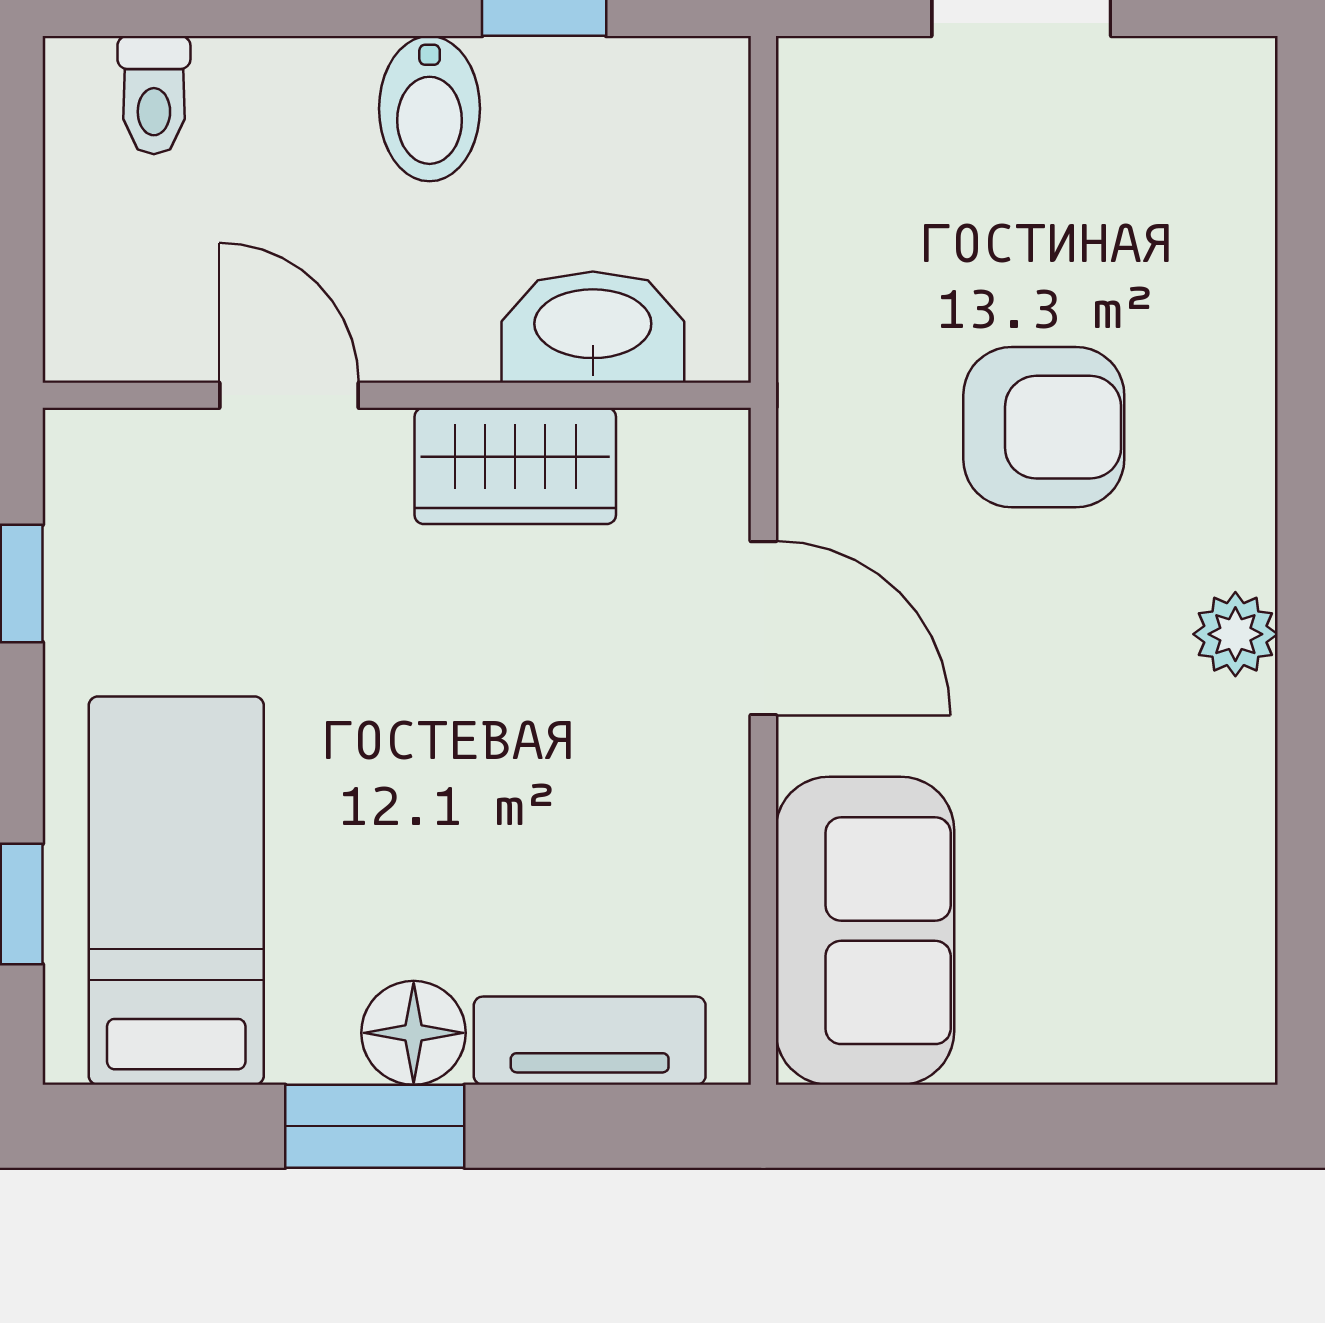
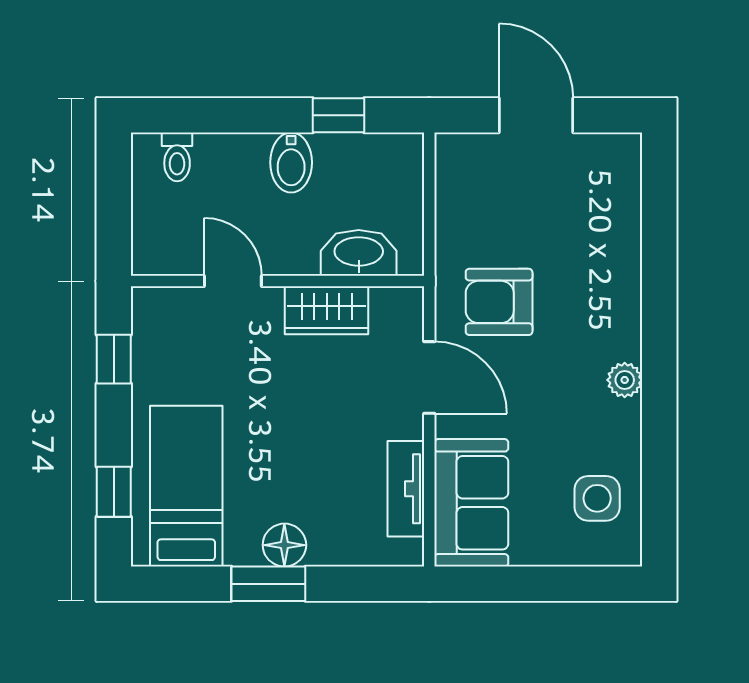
armchair: (1044, 427) -> (499, 302), moved, turned 180
side table: (1169, 920) -> (597, 498), added
tv unit: (590, 1041) -> (406, 489), moved, turned -90

